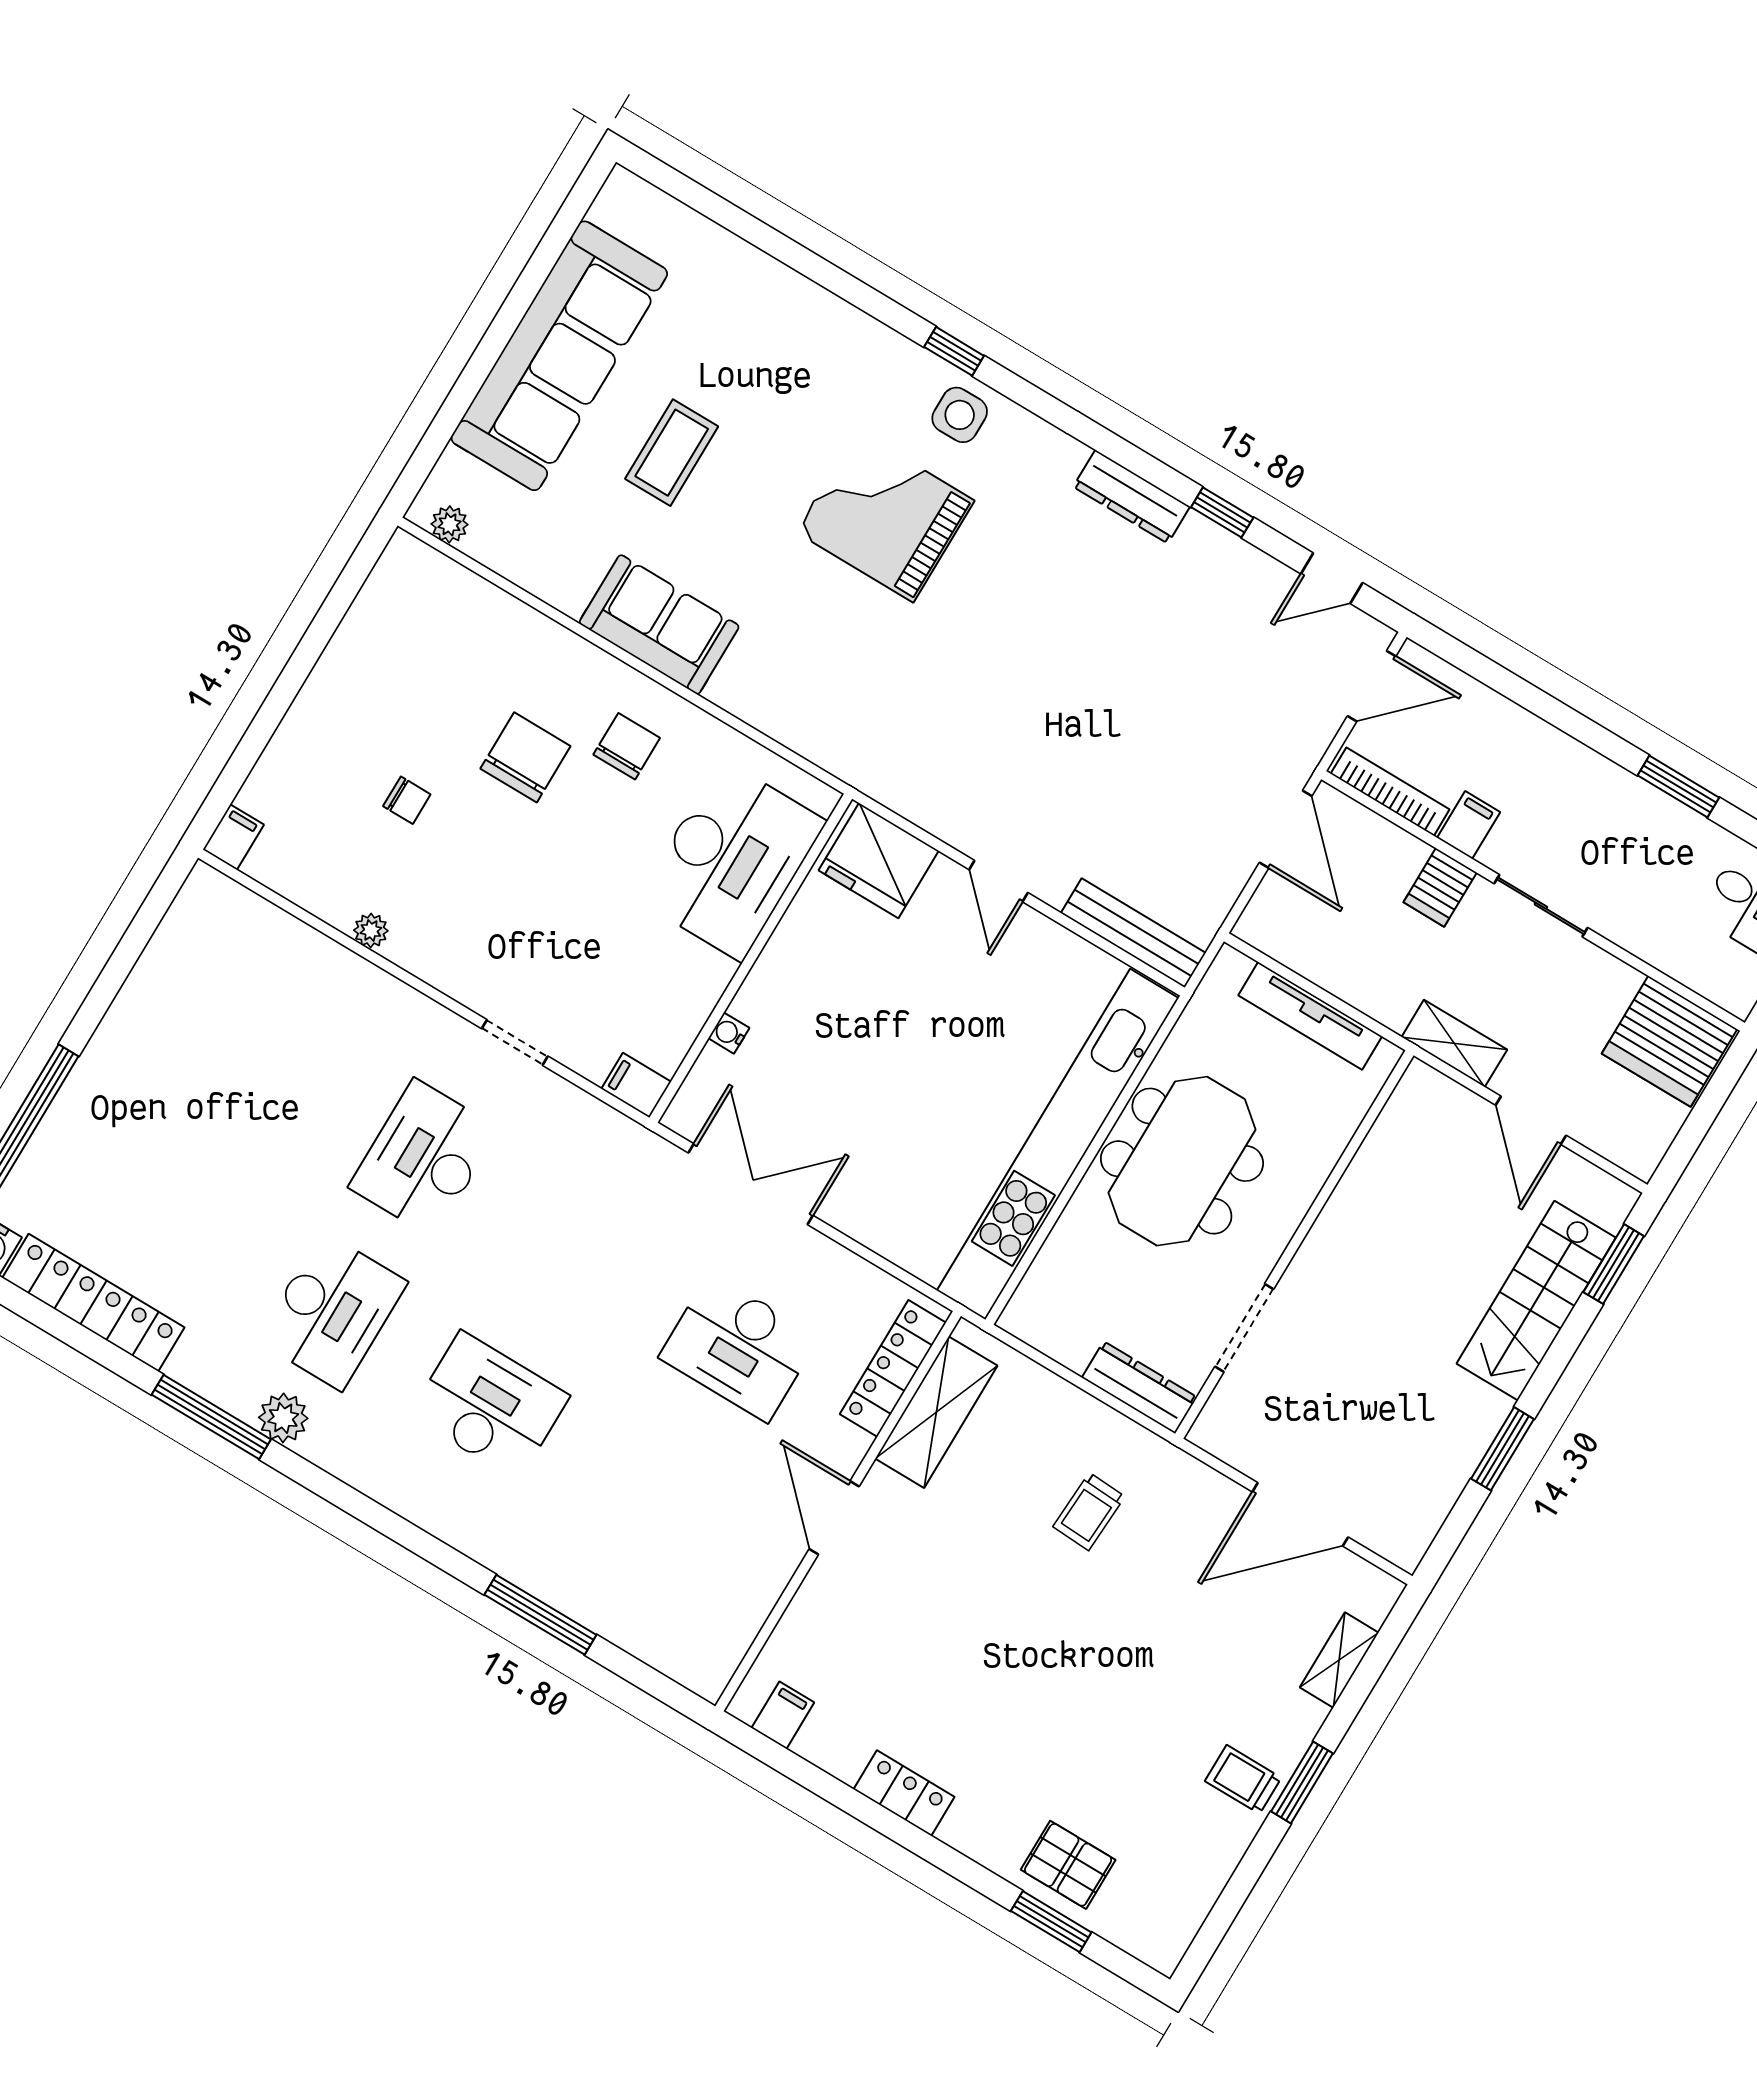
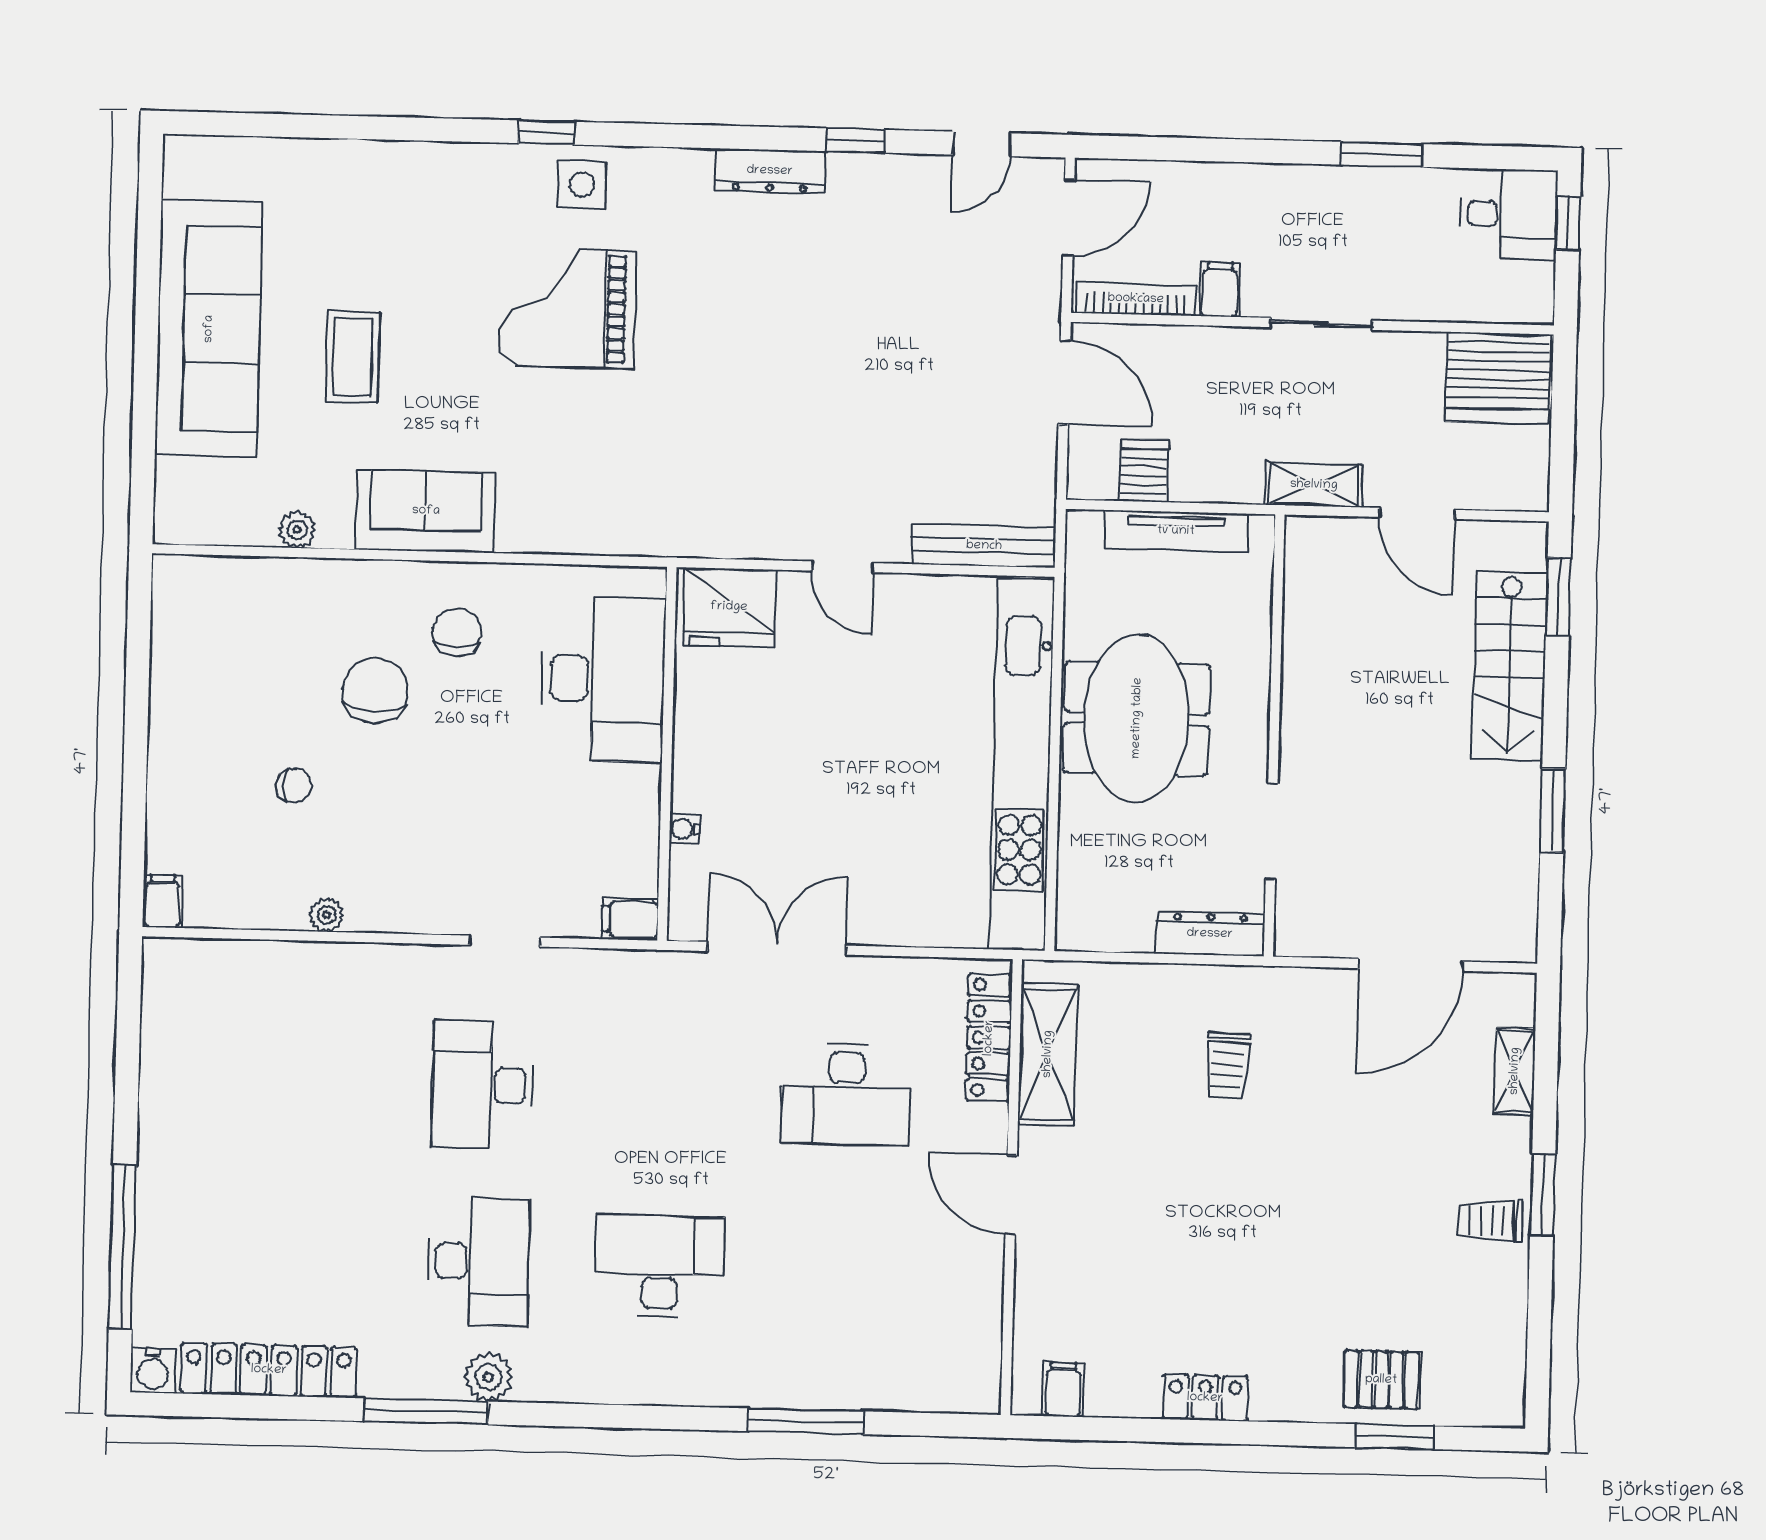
plant: (450, 524) -> (297, 530), moved
server rack: (1440, 887) -> (1144, 470), moved, turned 180

